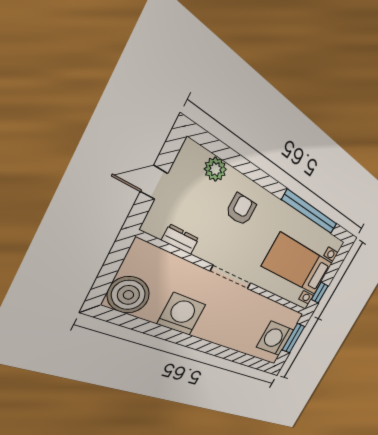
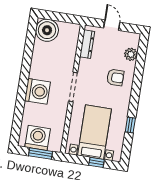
window: (310, 212) -> (130, 125), width x0.32
dresser: (180, 240) -> (87, 44), width x1.44
window: (320, 293) -> (96, 162), moved
washing machine: (182, 314) -> (37, 91), moved

